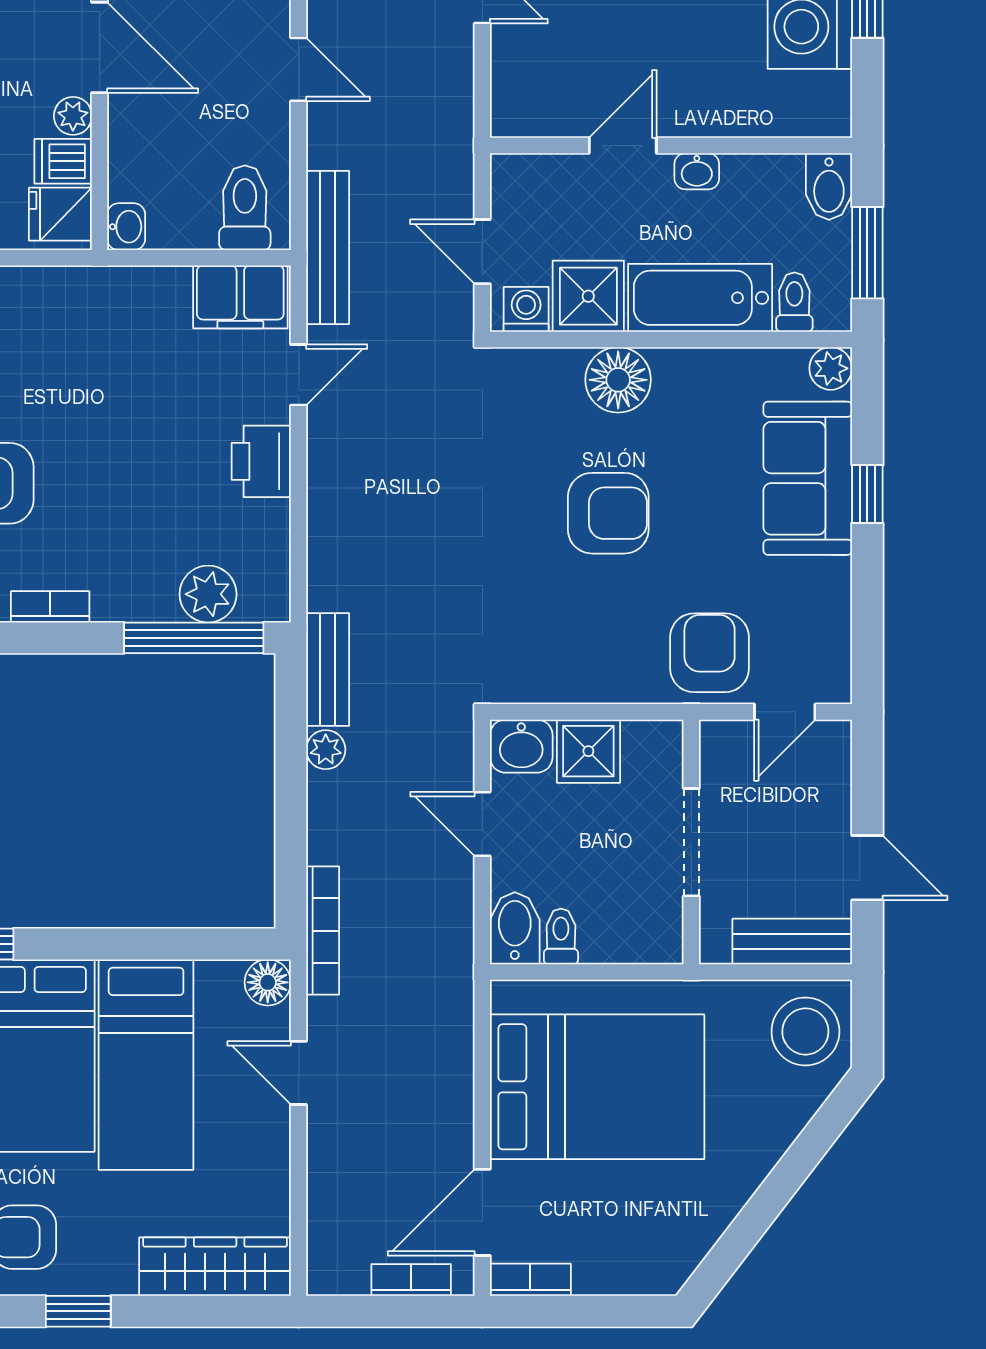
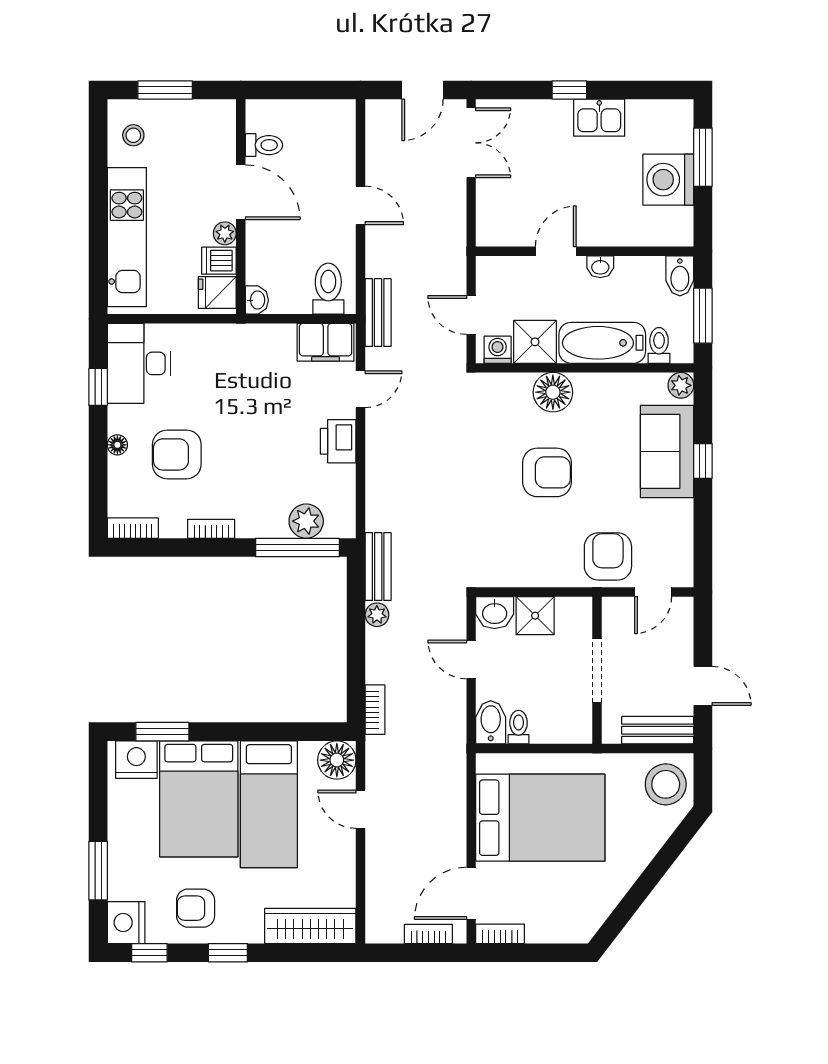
bench: (328, 247) -> (378, 313), width x0.73
bookcase: (323, 931) -> (375, 710), width x0.64
floor lamp: (268, 982) -> (337, 760), width x1.38, depth x1.38

